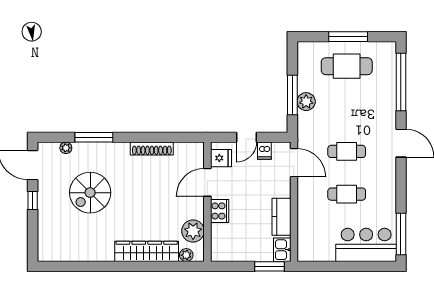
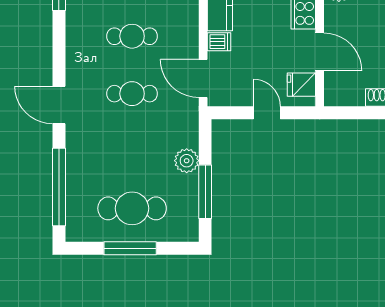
window: (292, 95) -> (205, 192), moved
door: (246, 137) -> (267, 113), hinge flipped
dishwasher: (264, 151) -> (219, 42), moved, turned 90
door: (207, 182) -> (320, 52), hinge flipped

